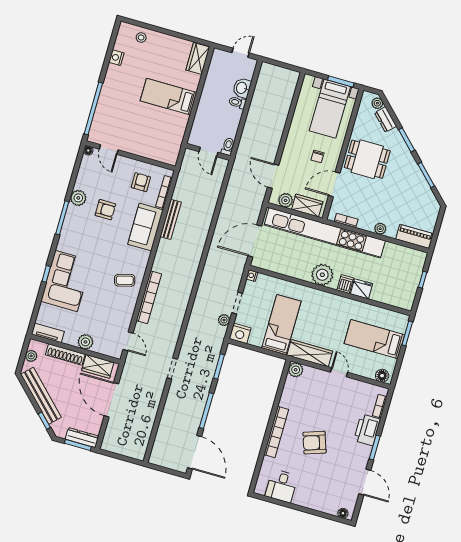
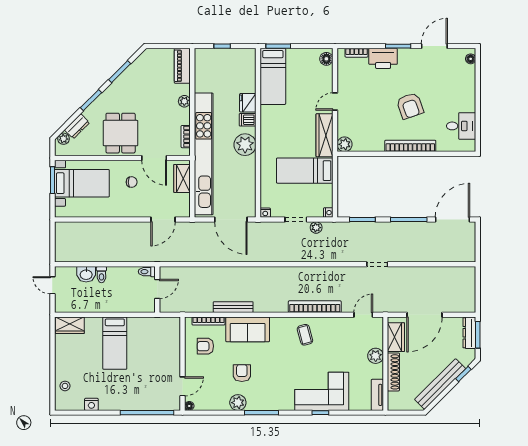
plant: (286, 200) -> (183, 201), removed
nightstand: (240, 333) -> (328, 213), width x0.53, depth x0.56
bed: (374, 339) -> (273, 76), moved
plant: (31, 356) -> (404, 405), removed

